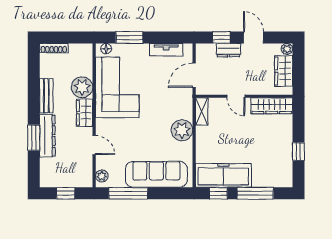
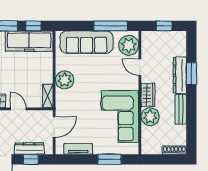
floor lamp: (106, 49) -> (129, 150), removed
dresser: (228, 50) -> (29, 148), width x1.44
plant: (102, 176) -> (129, 45), width x1.88, depth x1.88

